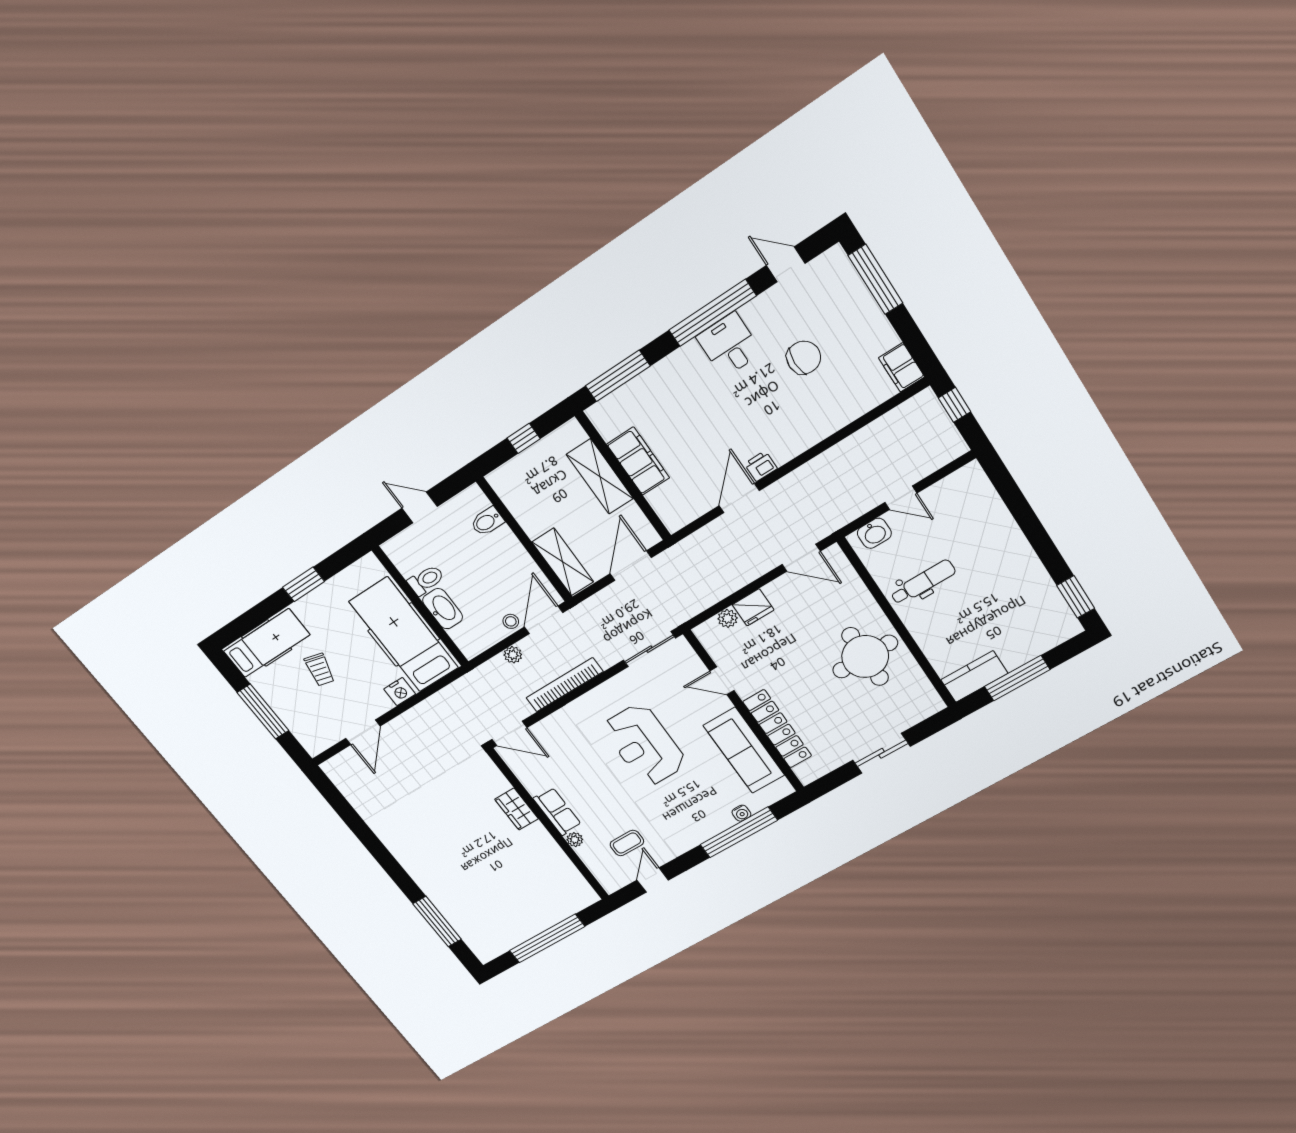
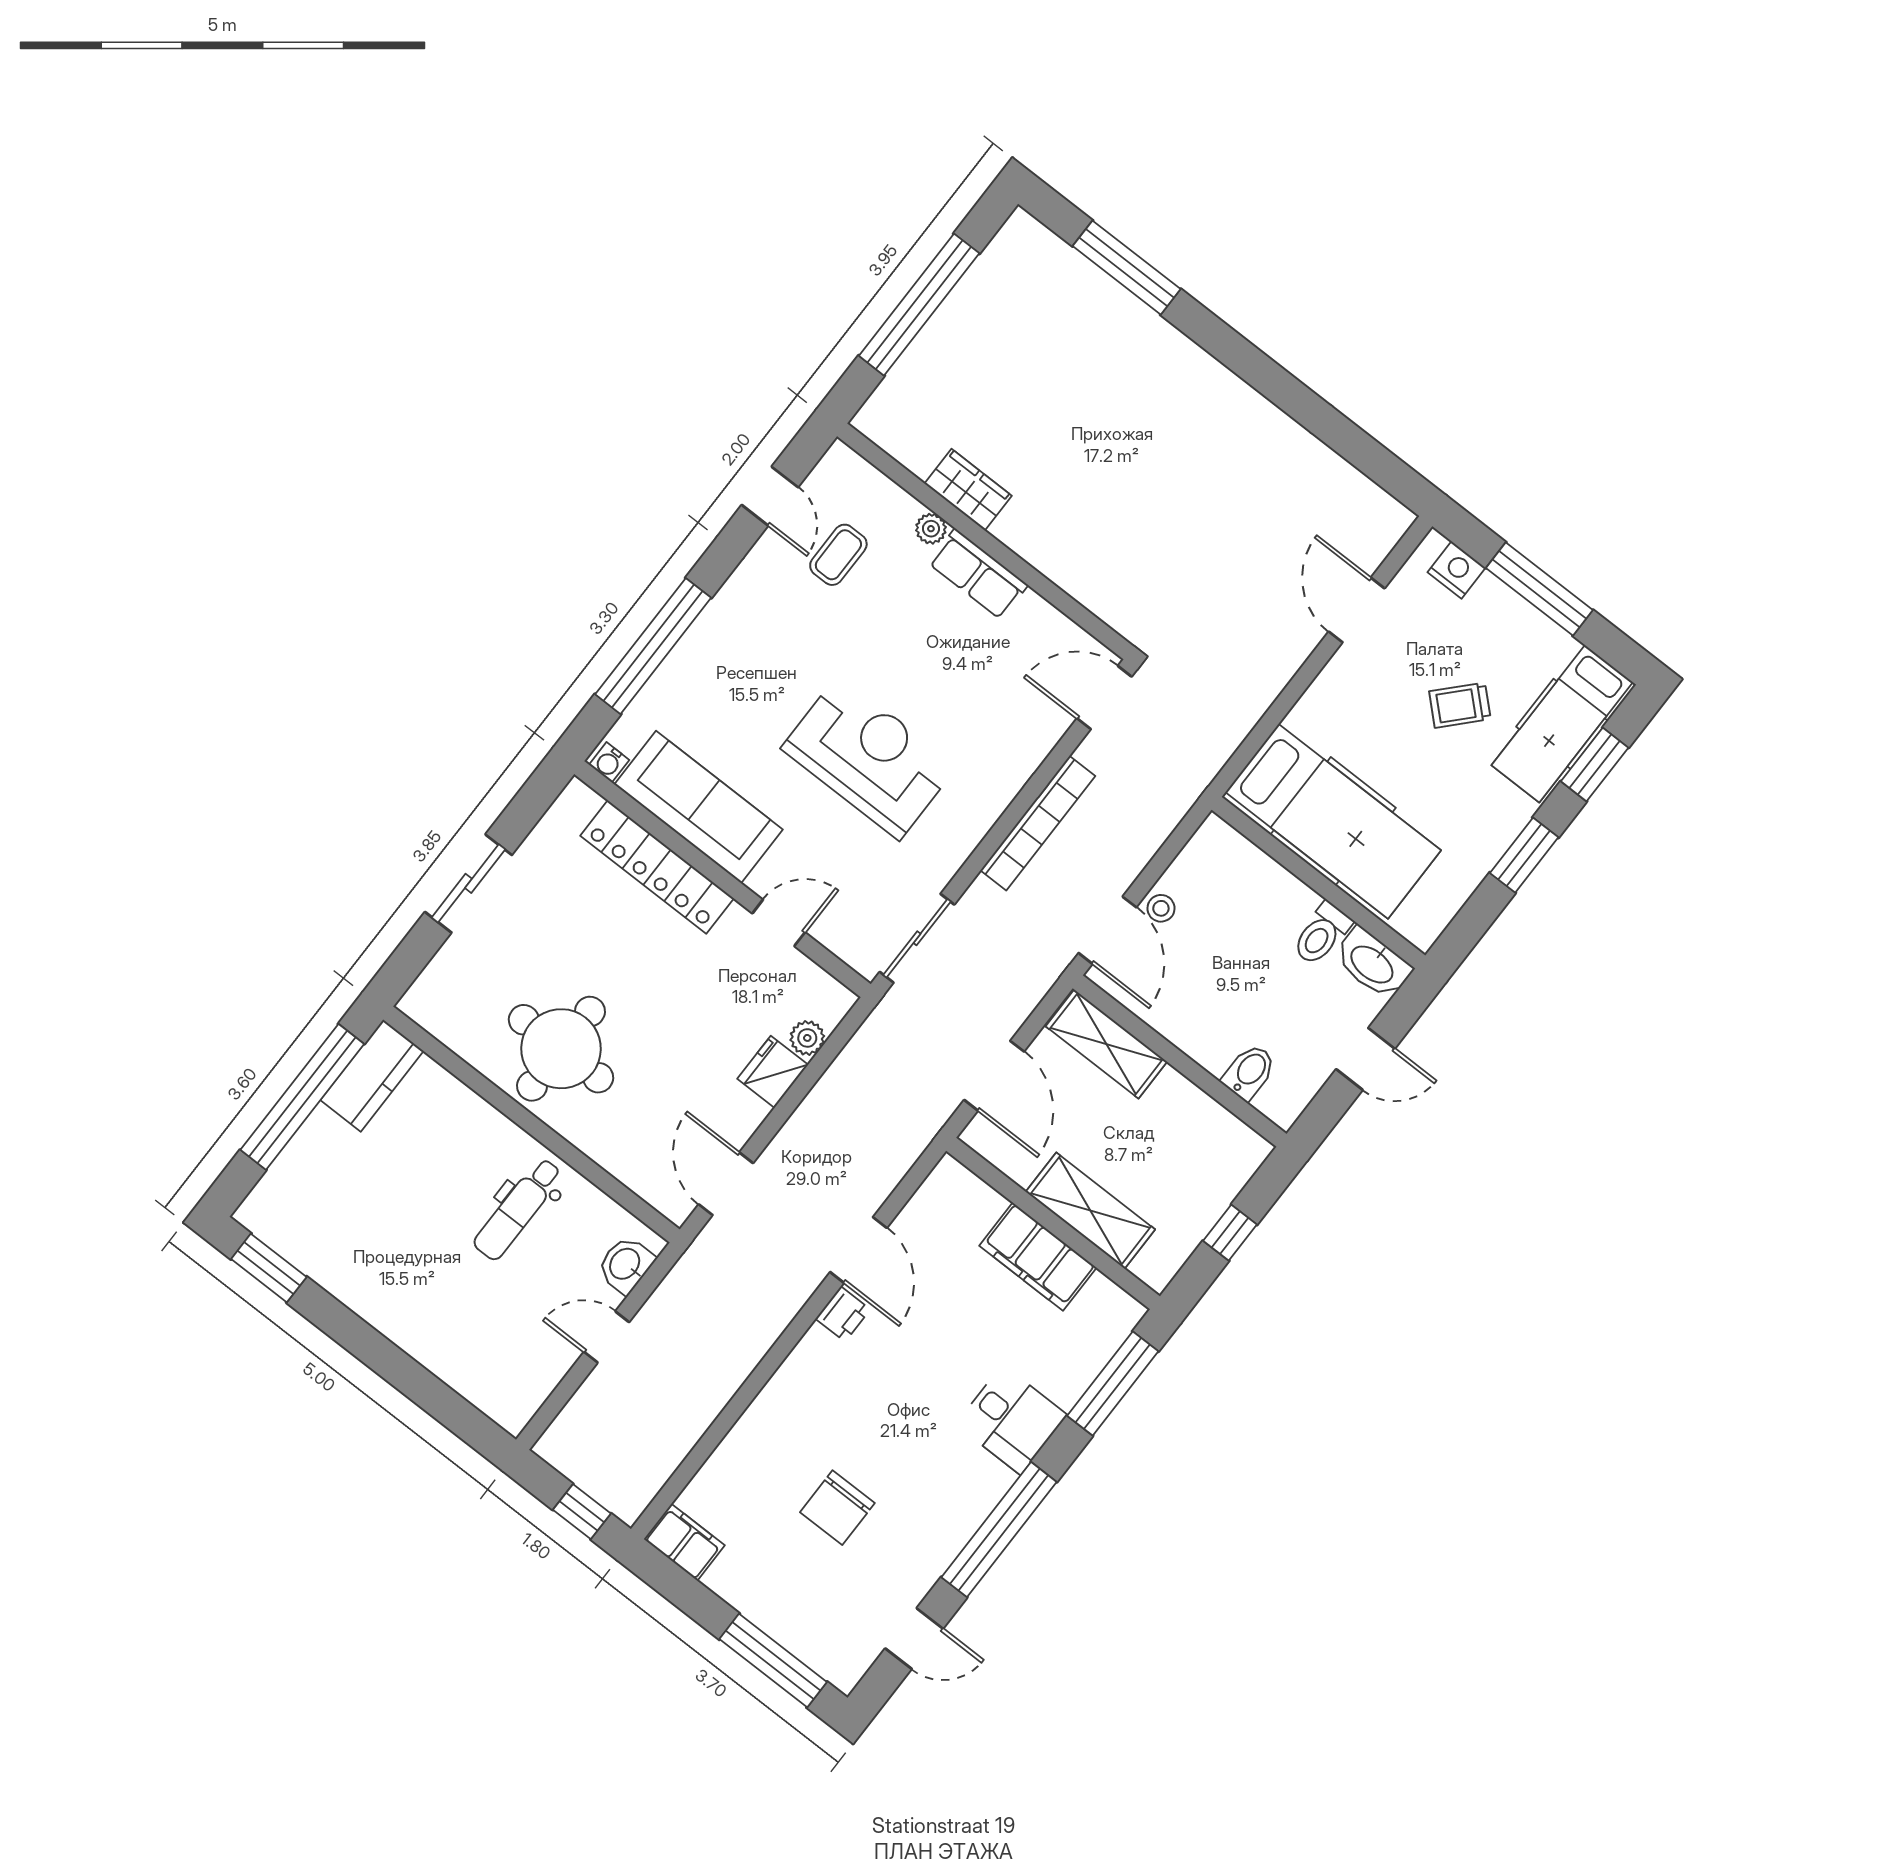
desk: (729, 345) -> (1011, 1420), moved
door: (801, 558) -> (726, 1184), hinge flipped
washbasin: (443, 609) -> (1373, 963), moved
window: (254, 617) -> (1595, 765), added
plant: (513, 655) -> (1140, 848), removed
trolley: (320, 670) -> (1460, 705), turned -61
window: (1017, 678) -> (302, 1097), width x1.46
nightstand: (400, 692) -> (1456, 570), moved, turned 90
wardrobe: (517, 809) -> (968, 490), moved
water cooler: (741, 813) -> (609, 762), moved, turned -90

